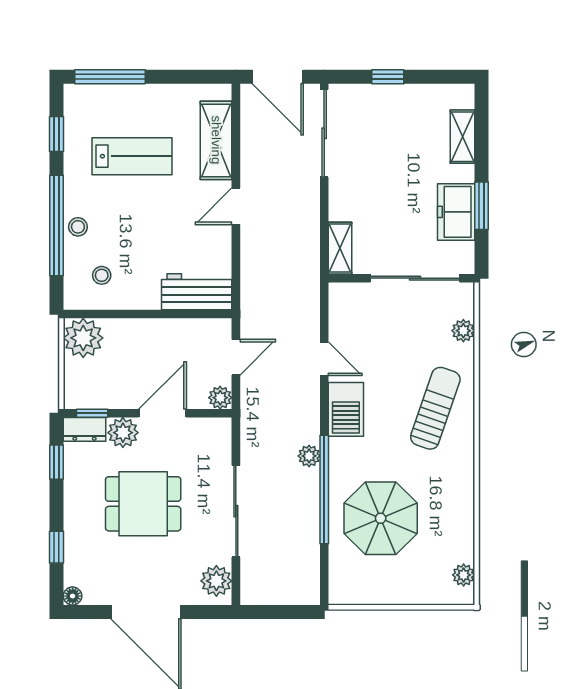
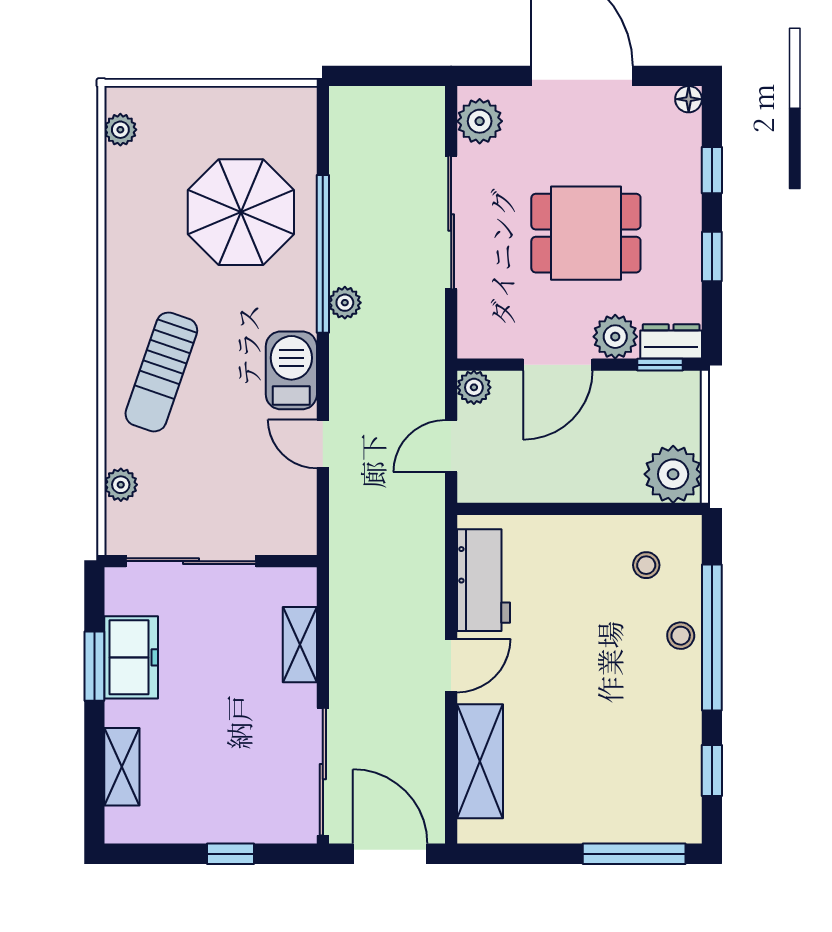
lab bench: (132, 156) -> (602, 738), removed
shelving: (340, 248) -> (300, 645), moved
workbench: (197, 292) -> (484, 580), moved, turned -90
window: (57, 462) -> (712, 256), moved

